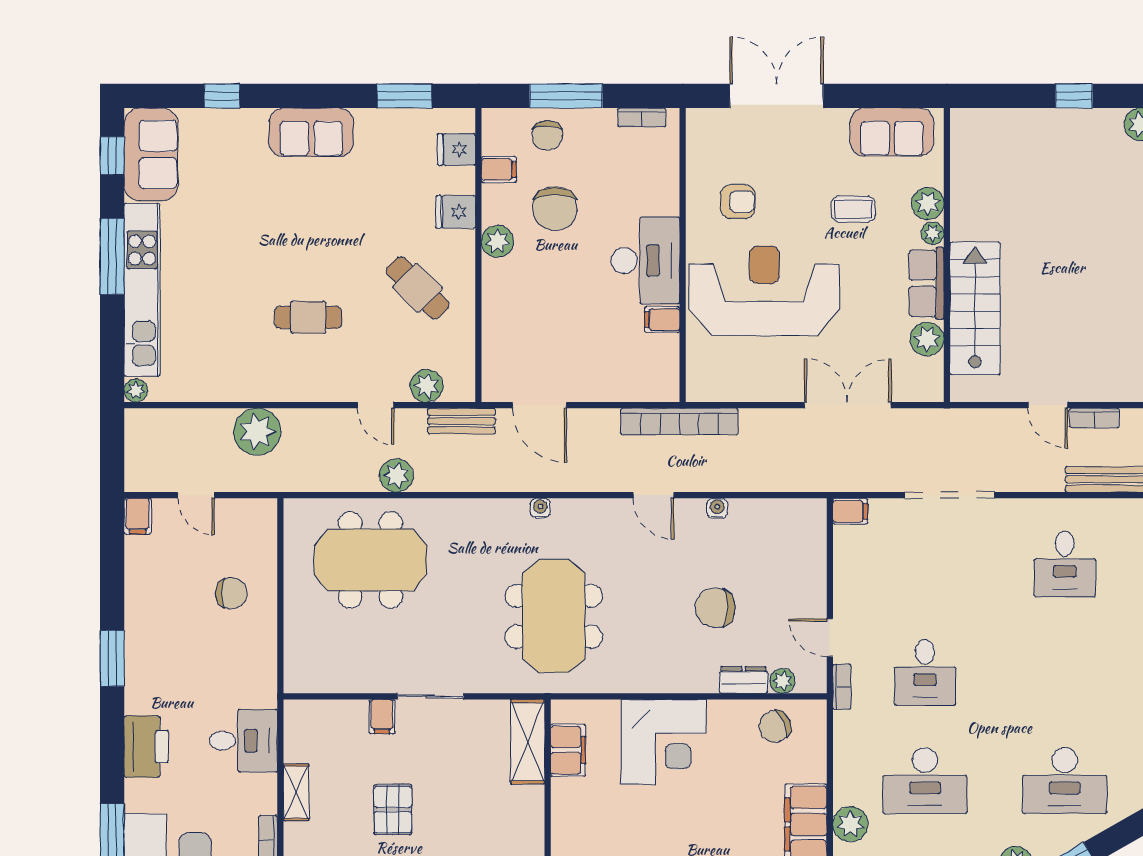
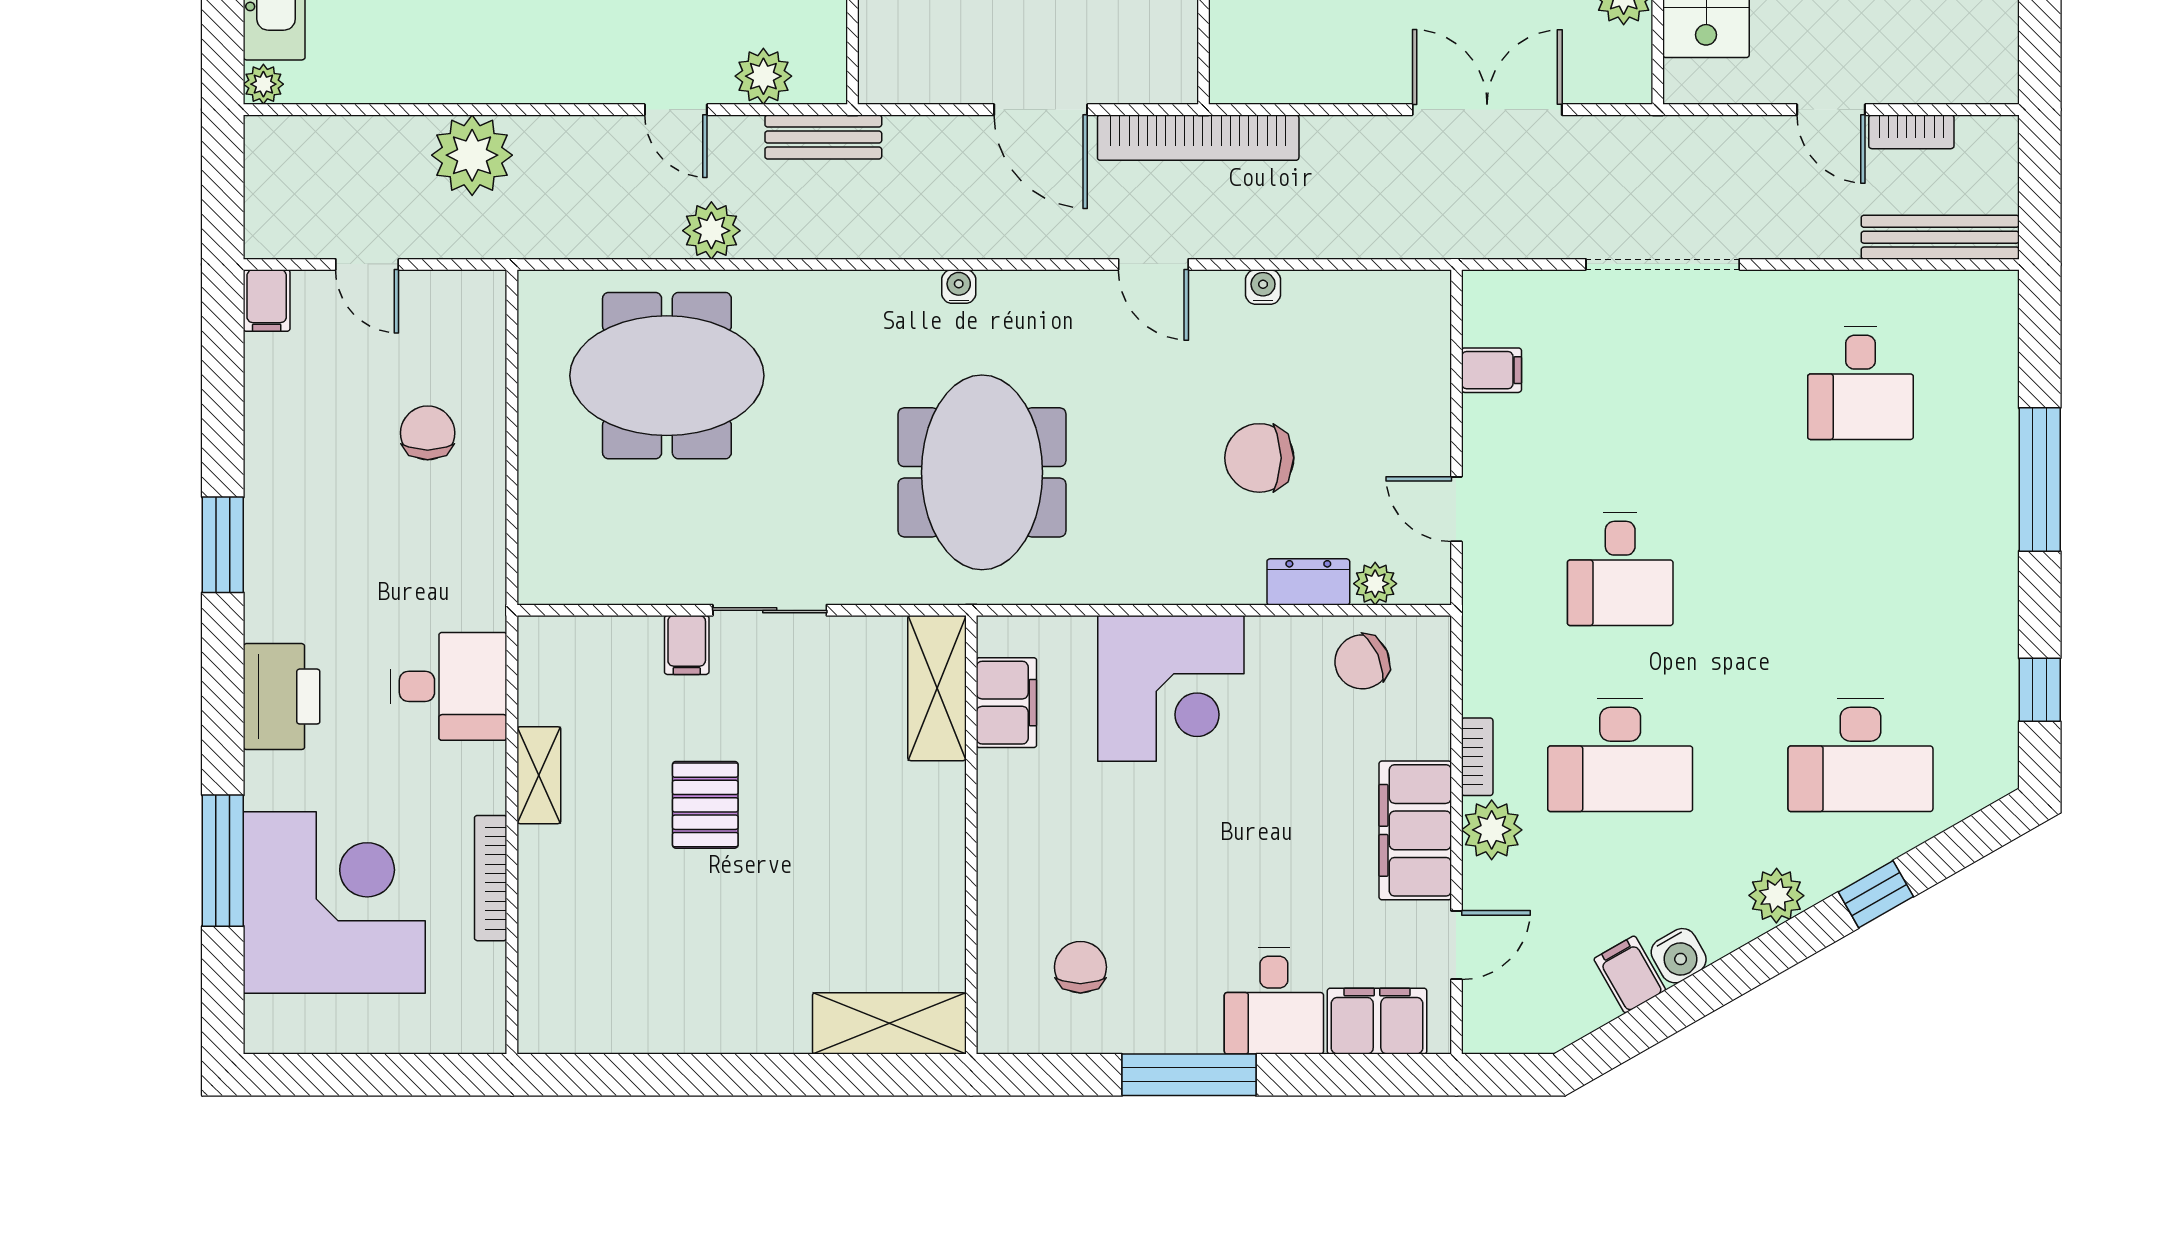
door: (539, 405) -> (1041, 110), moved
filing cabinet: (850, 511) -> (1491, 370), moved
chair: (231, 593) -> (428, 433), turned -90
bookcase: (842, 687) -> (1477, 757), moved

